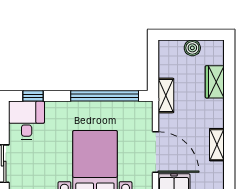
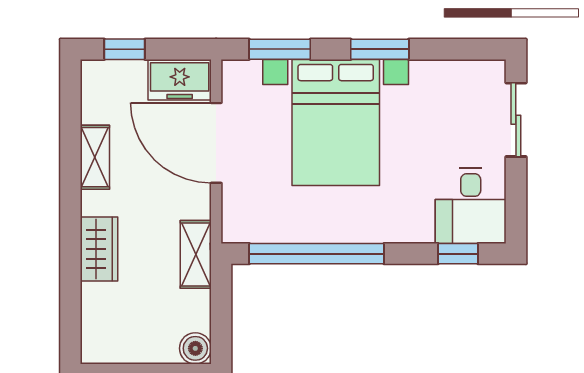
boiler: (192, 48) -> (195, 348), moved
wardrobe: (215, 82) -> (99, 249), moved

